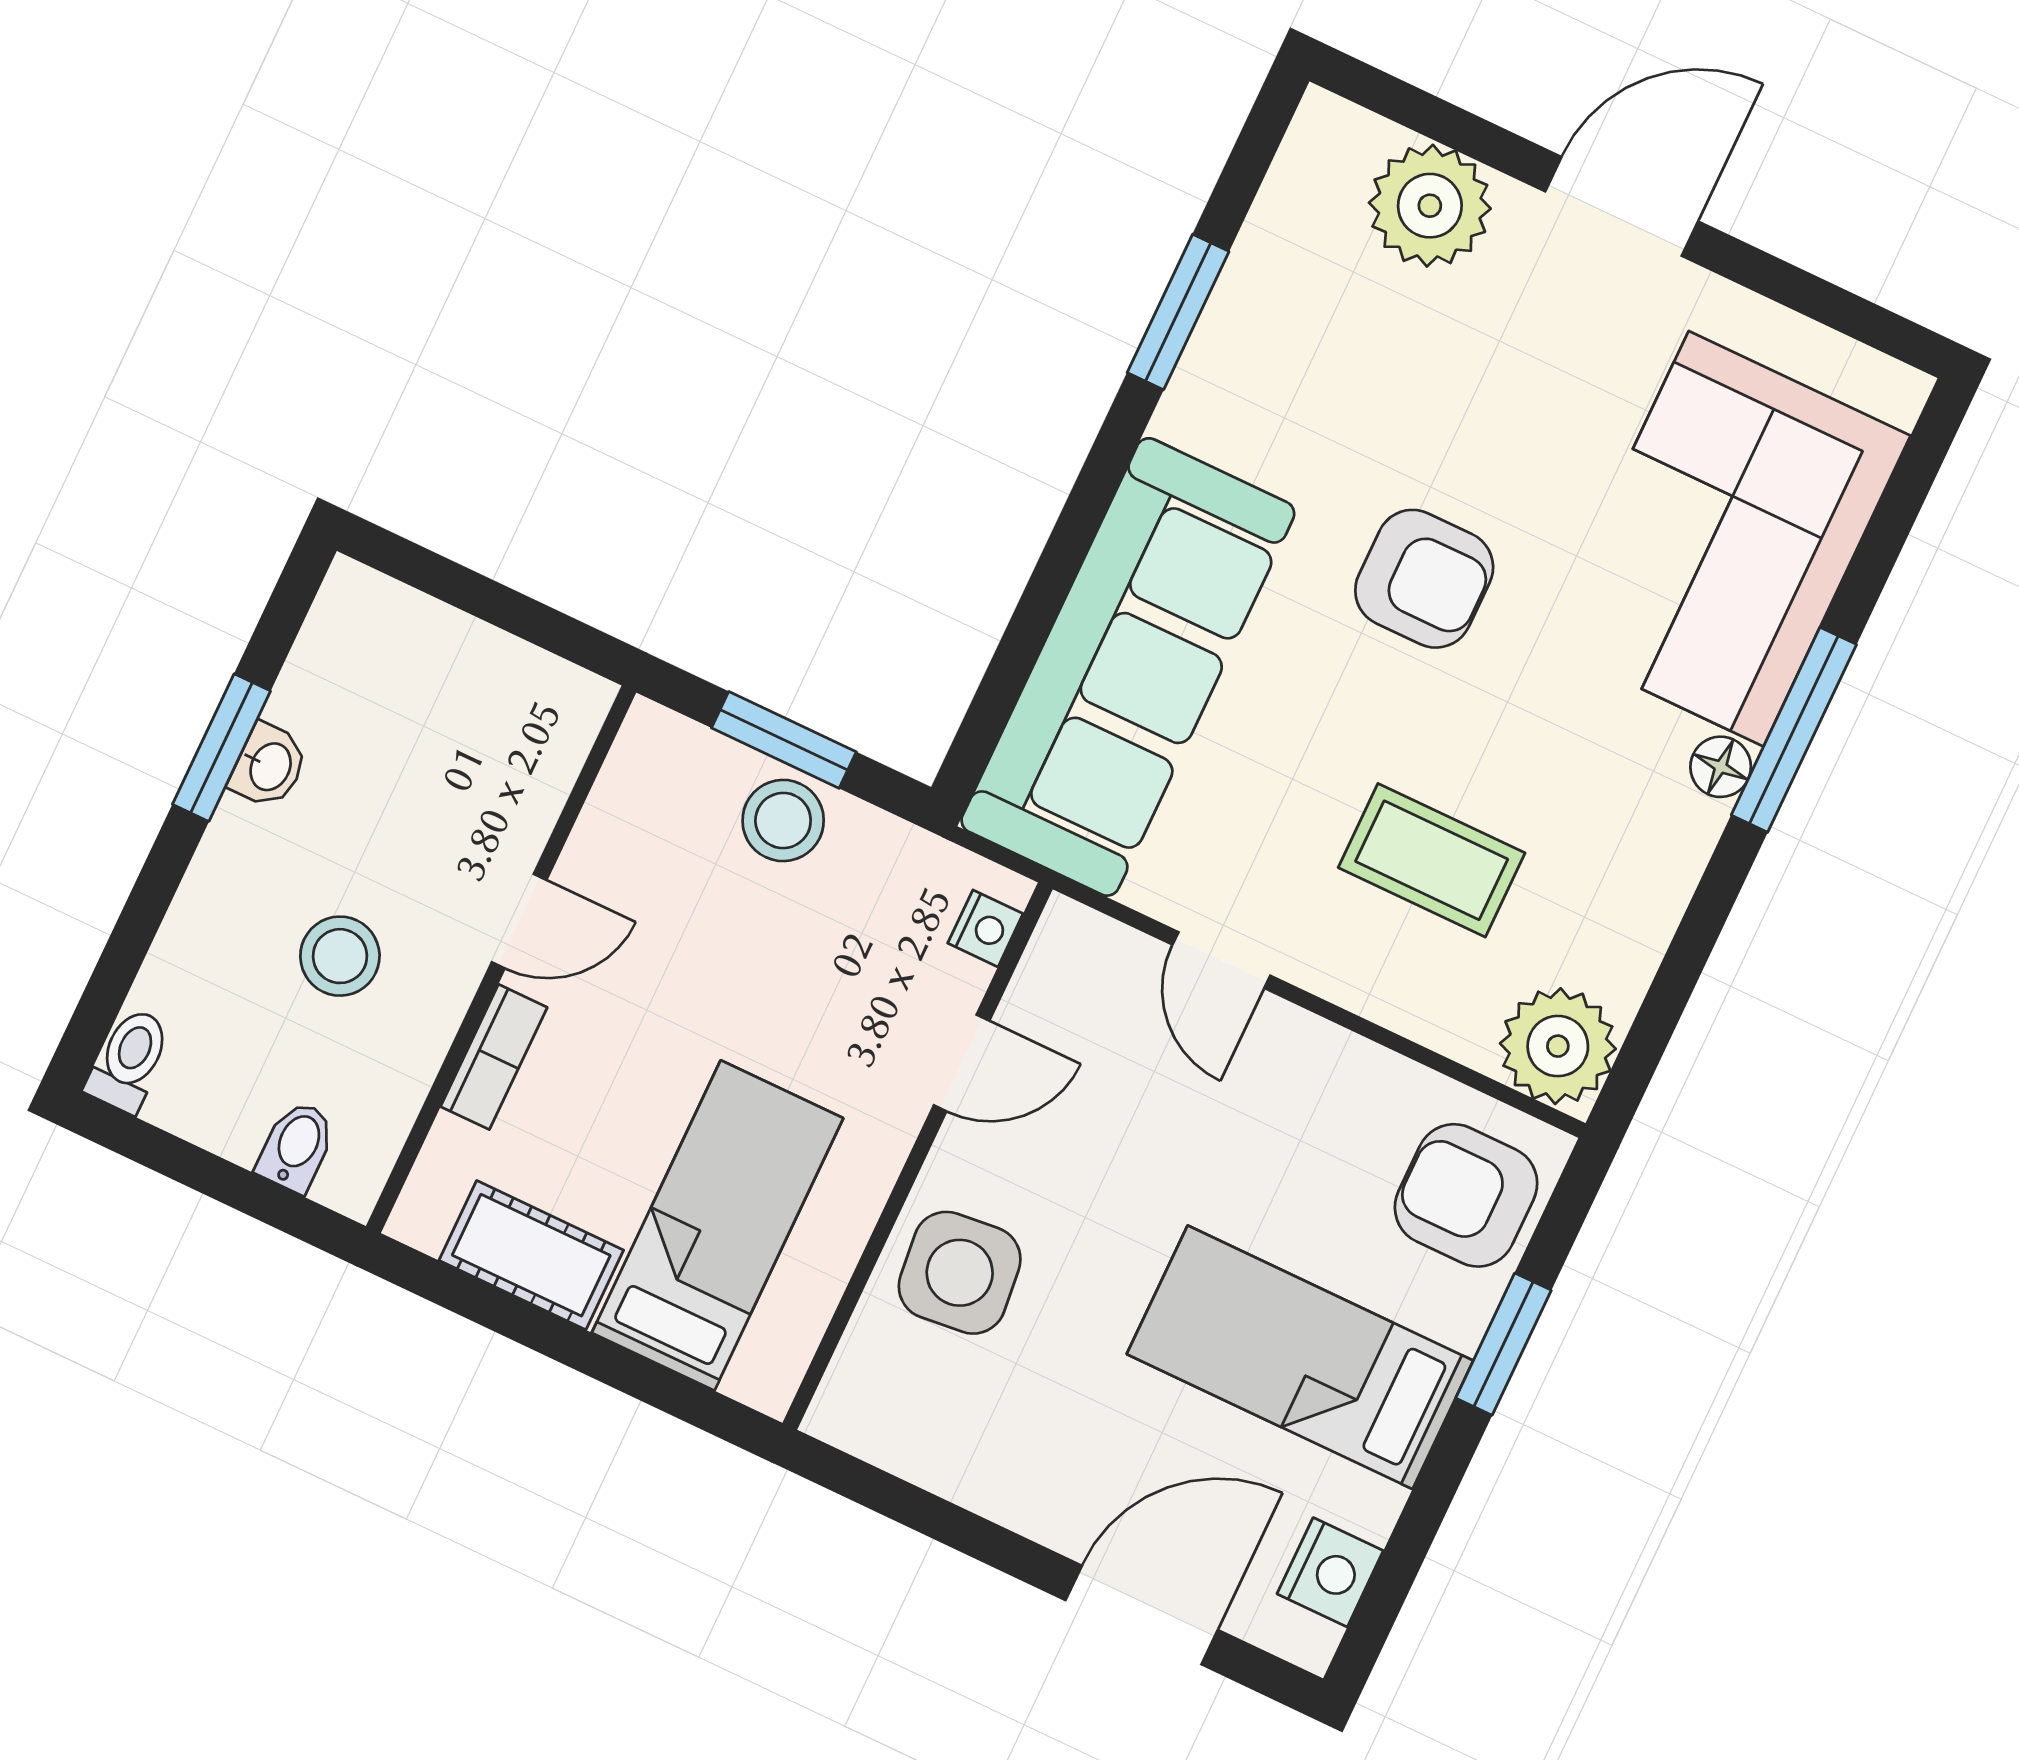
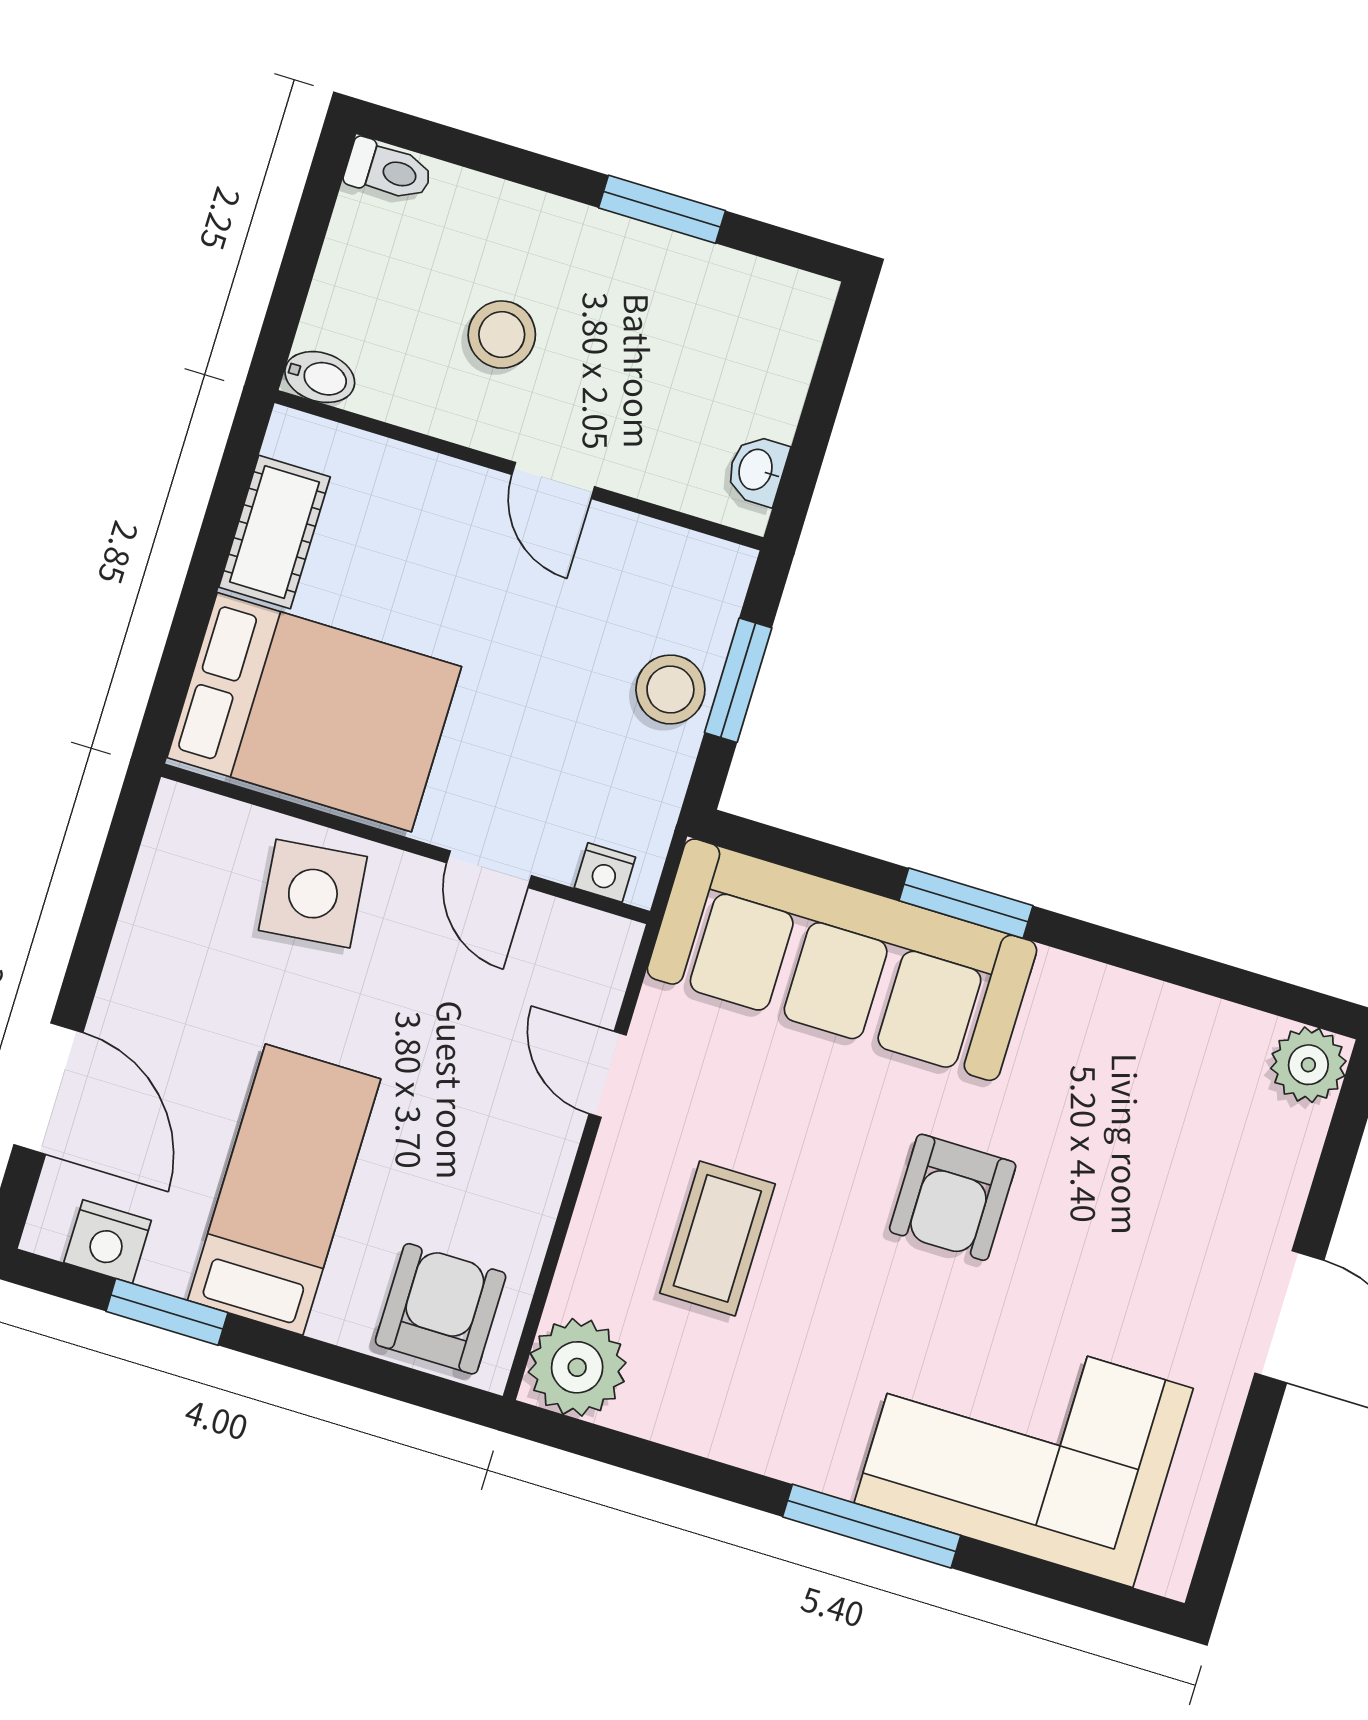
plant: (1430, 206) -> (1308, 1065), moved, width x0.73, depth x0.73
window: (1178, 312) -> (966, 903), moved
washbasin: (269, 766) -> (757, 470), moved, turned 90
floor lamp: (1721, 767) -> (832, 1469), removed
door: (1221, 960) -> (608, 1074), hinge flipped
bookcase: (494, 1057) -> (436, 476), removed
bidet: (296, 1147) -> (320, 377), moved
bed: (717, 1225) -> (314, 712), width x1.50
window: (1503, 1344) -> (167, 1312), moved

